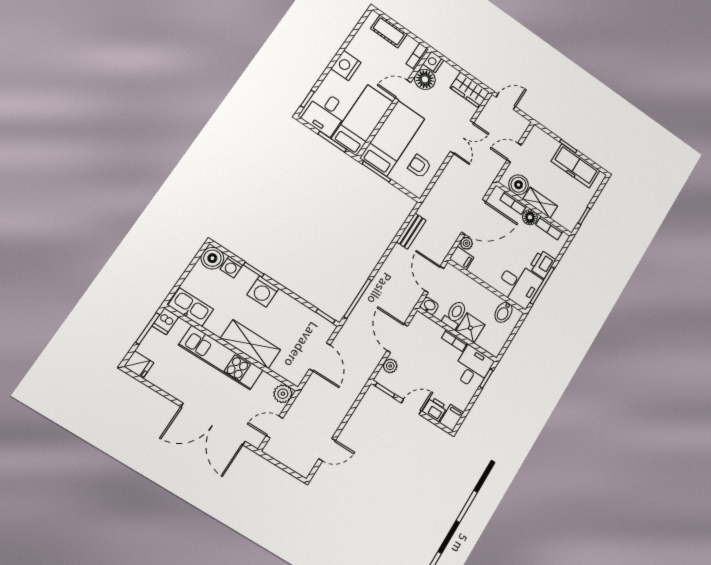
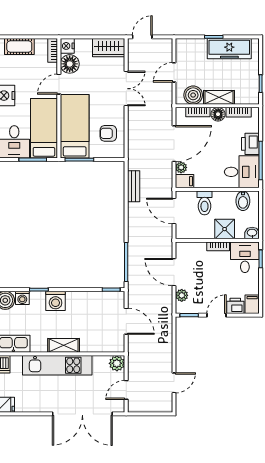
washbasin: (429, 306) -> (252, 233), moved
toilet: (455, 315) -> (204, 203), moved, turned 180
shelving: (251, 344) -> (64, 345), width x0.67, depth x0.75

